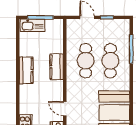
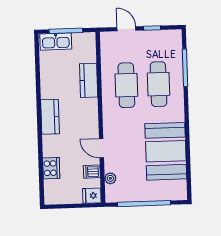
kitchen counter: (57, 67) -> (89, 80), moved
kitchen counter: (26, 71) -> (50, 117), moved

